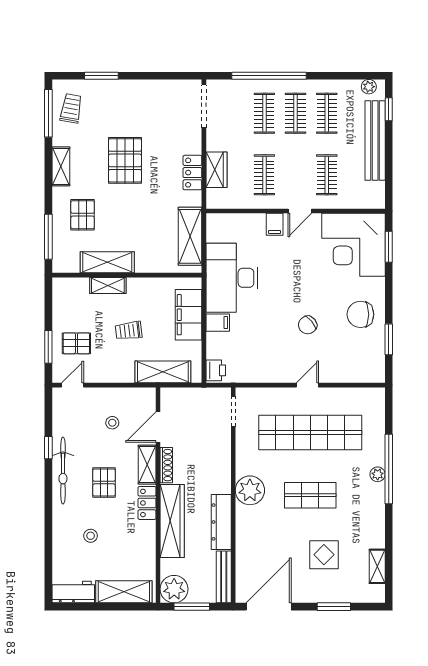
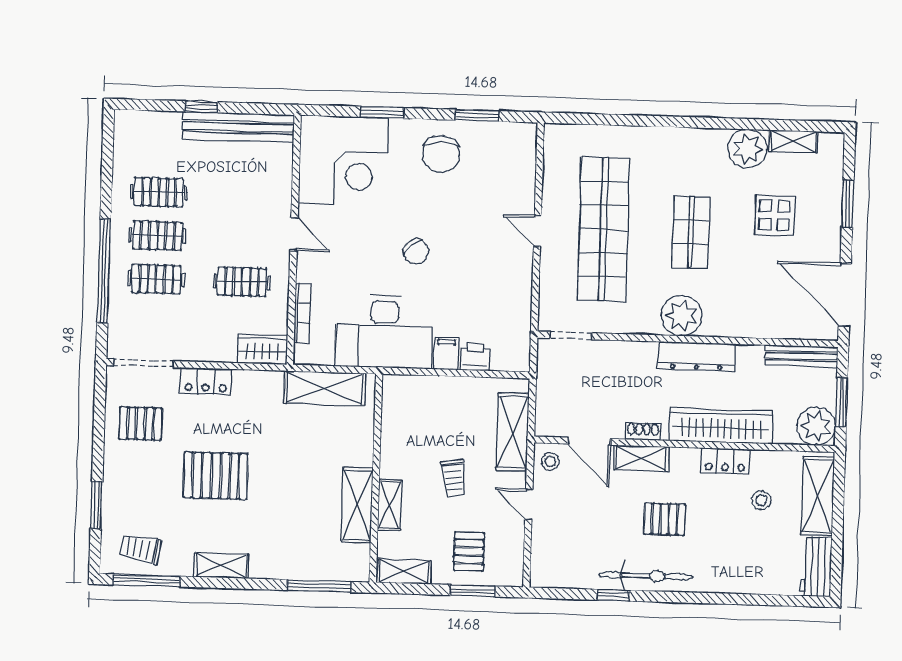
plant: (369, 87) -> (124, 132), removed
window: (389, 109) -> (201, 107), moved
bench: (375, 140) -> (238, 127), moved
wardrobe: (216, 170) -> (262, 349), moved
locker: (192, 173) -> (206, 381), moved
clothes rail: (327, 175) -> (245, 195), removed
pallet: (83, 215) -> (141, 424), moved
bookcase: (243, 219) -> (302, 313), added
filing cabinet: (275, 224) -> (311, 270), removed
window: (389, 247) -> (382, 113), moved
shelving: (61, 297) -> (404, 571), added
filing cabinet: (188, 315) -> (434, 394), removed
chair: (308, 325) -> (416, 251), moved
printer: (216, 370) -> (475, 357), moved
door: (73, 385) -> (529, 505), moved
stool: (112, 423) -> (550, 461), moved
shoe rack: (166, 465) -> (643, 431), width x0.70
window: (389, 469) -> (658, 121), removed
plant: (378, 474) -> (747, 149), moved, width x1.87, depth x1.87
locker: (147, 503) -> (725, 461), moved
dresser: (221, 522) -> (697, 356), moved
stool: (91, 536) -> (761, 500), moved

